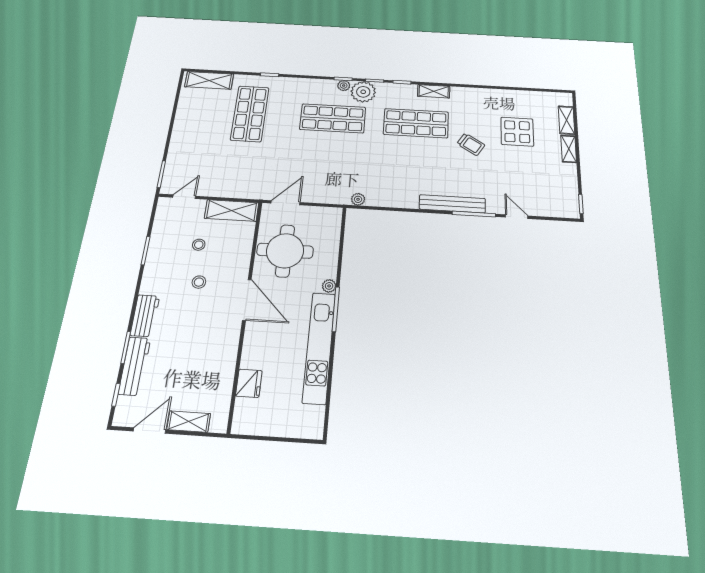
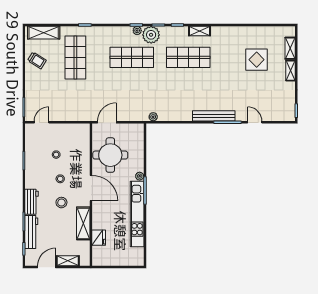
trolley: (471, 144) -> (37, 60), moved
shelving: (232, 211) -> (83, 223), moved, turned 90
stool: (195, 320) -> (61, 203), added

